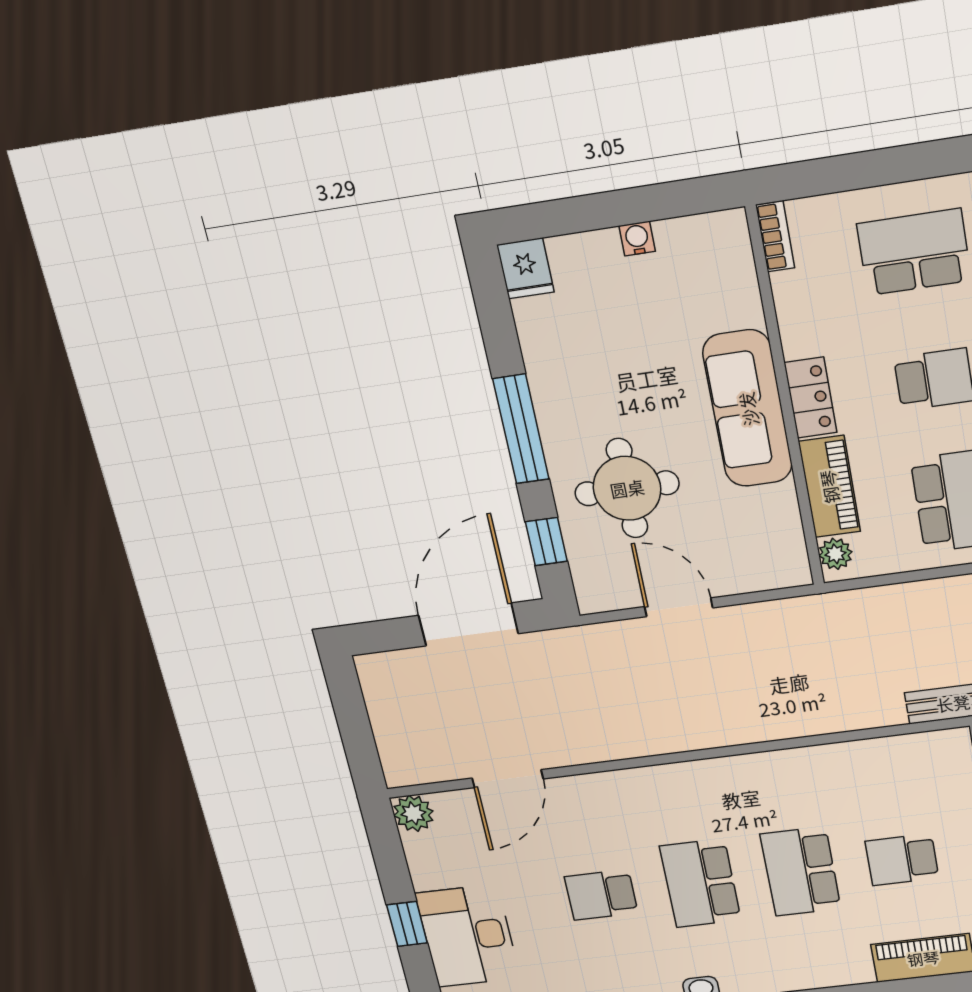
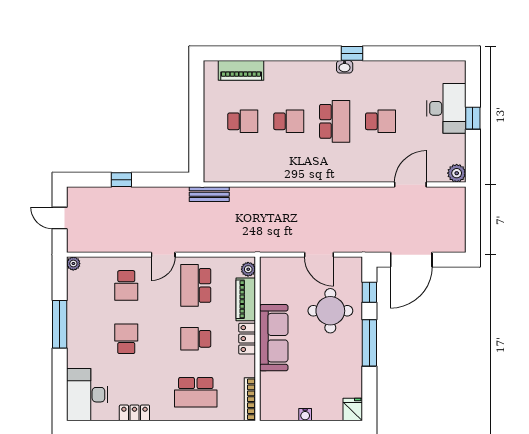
bookcase: (775, 236) -> (250, 399), width x1.56
school desk: (801, 872) -> (289, 121), width x0.54

